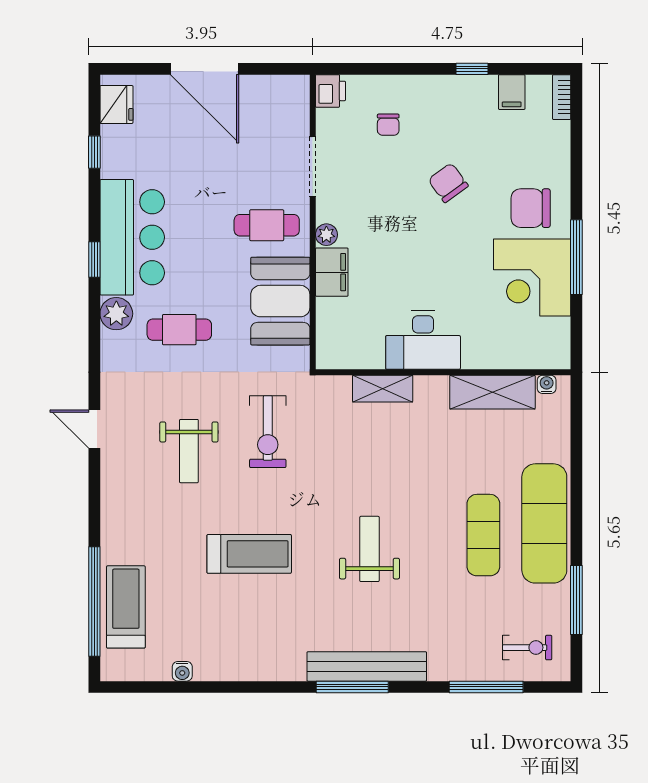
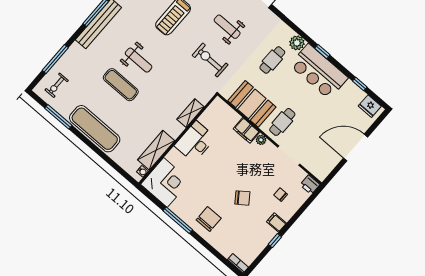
filing cabinet: (512, 92) -> (276, 222), moved
corner desk: (532, 277) -> (165, 183), moved, turned 90
exercise mat: (483, 535) -> (121, 85), moved

